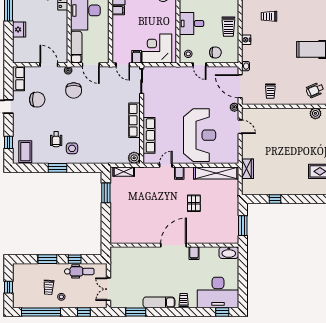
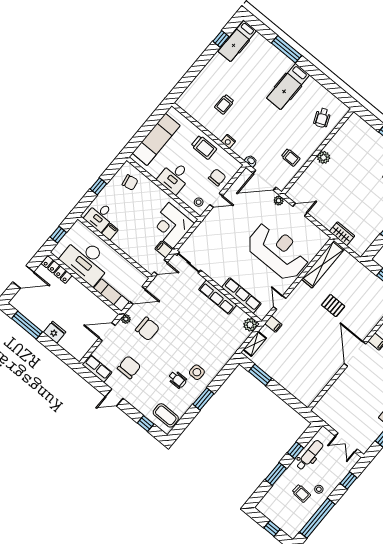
plant: (315, 113) -> (324, 157), moved
filing cabinet: (179, 173) -> (273, 324), moved

